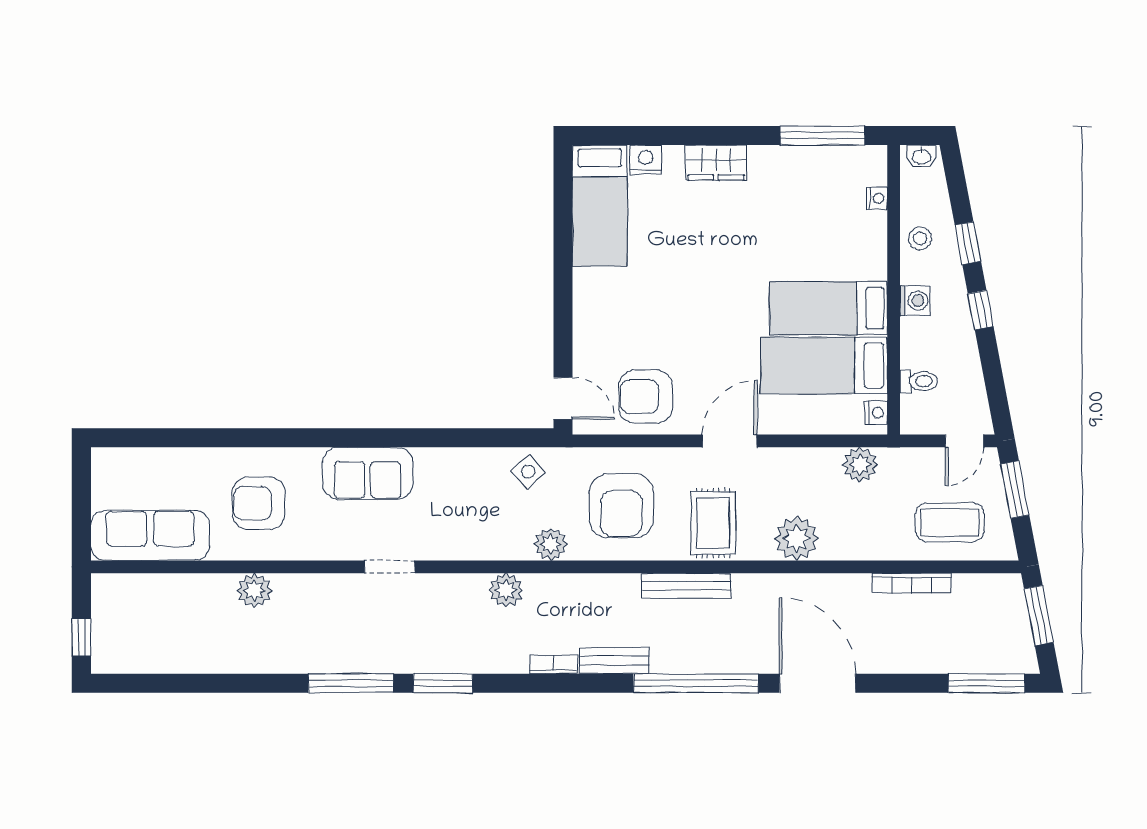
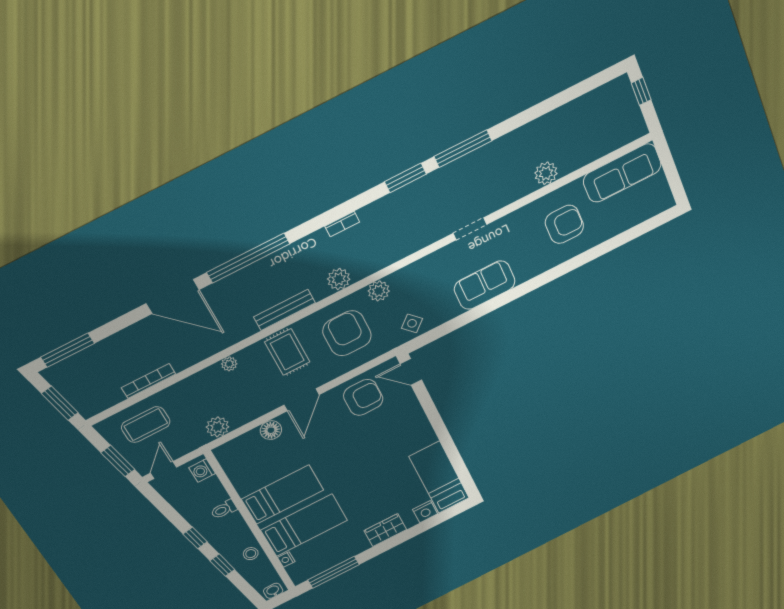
washing machine: (915, 301) -> (202, 471), moved
bed: (824, 366) -> (304, 525), moved
toilet: (919, 381) -> (224, 509), moved
nightstand: (876, 412) -> (224, 458), removed
floor lamp: (793, 419) -> (271, 430), added
sofa: (368, 473) -> (485, 285), moved
plant: (797, 538) -> (229, 364), width x0.53, depth x0.53
plant: (506, 590) -> (339, 279), moved
bench: (615, 661) -> (306, 245), removed

